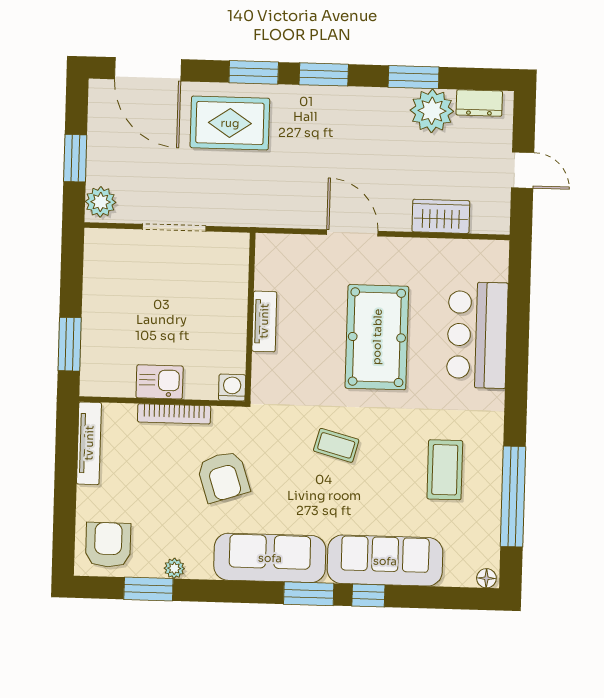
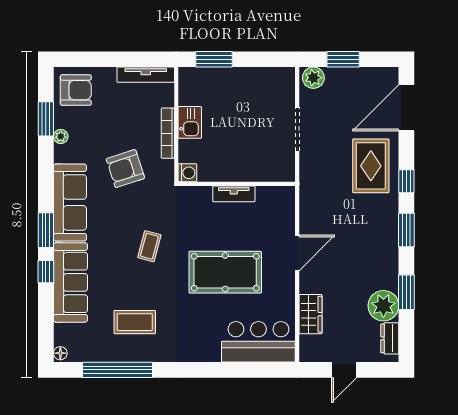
window: (254, 72) -> (406, 181), width x0.67
bar counter: (477, 335) -> (258, 342), moved

